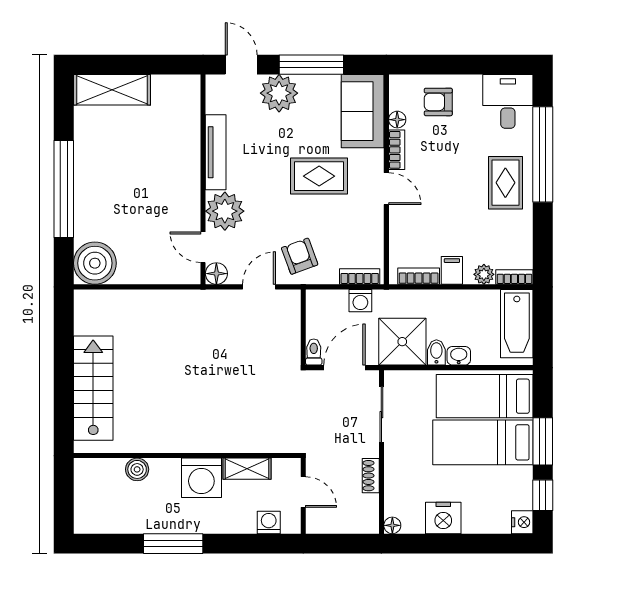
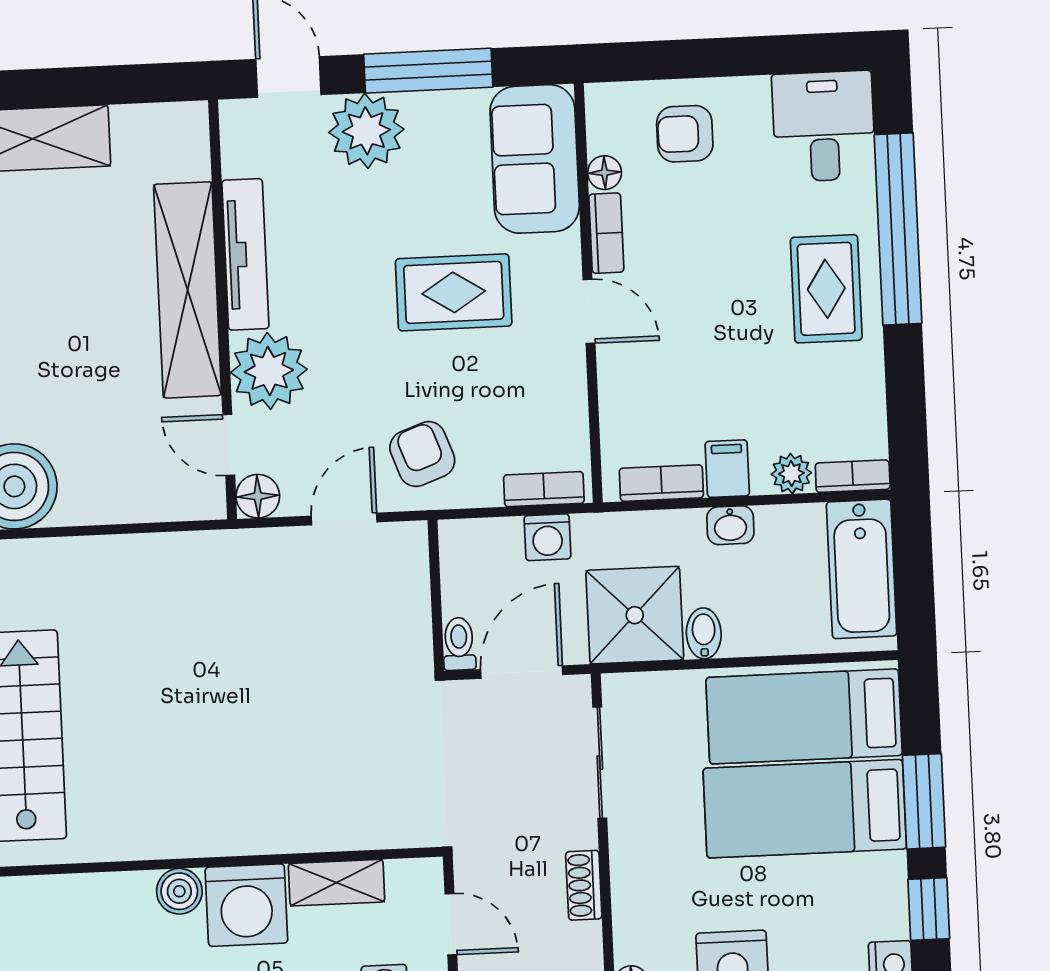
shelving: (186, 169) -> (188, 290), added
washbasin: (459, 356) -> (730, 525), moved, turned 180
boiler: (137, 469) -> (179, 891), moved

